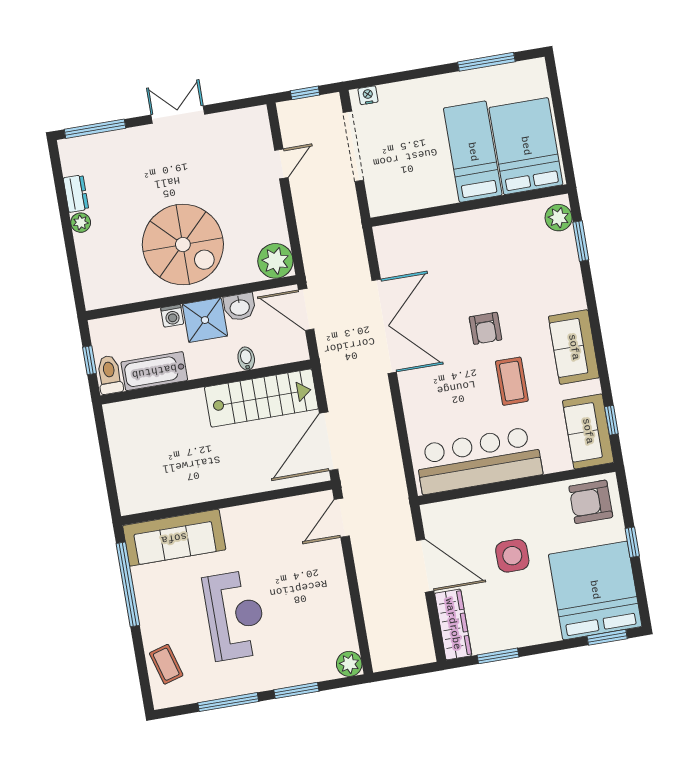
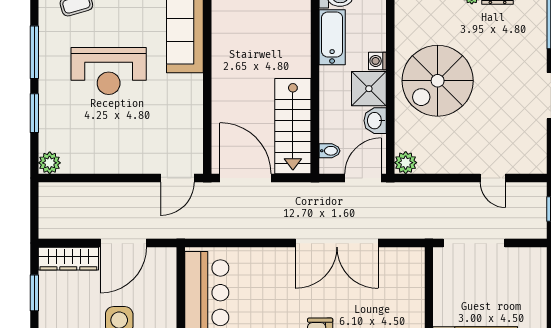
nightstand: (368, 95) -> (539, 263), removed
doorway: (353, 146) -> (474, 243), moved
plant: (275, 261) -> (406, 163), width x0.73, depth x0.73
bidet: (246, 359) -> (329, 151), moved
door: (342, 518) -> (177, 178), swing flipped

